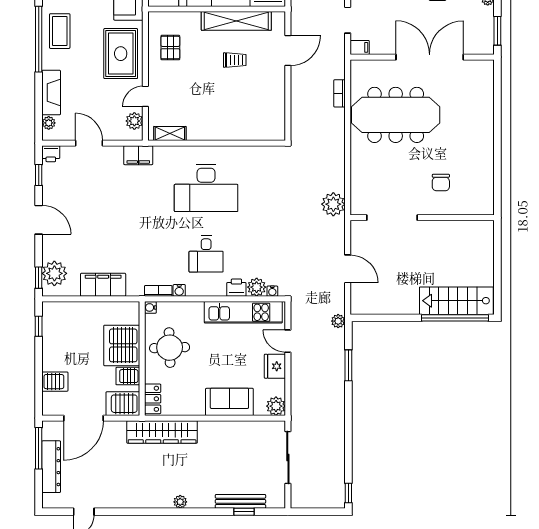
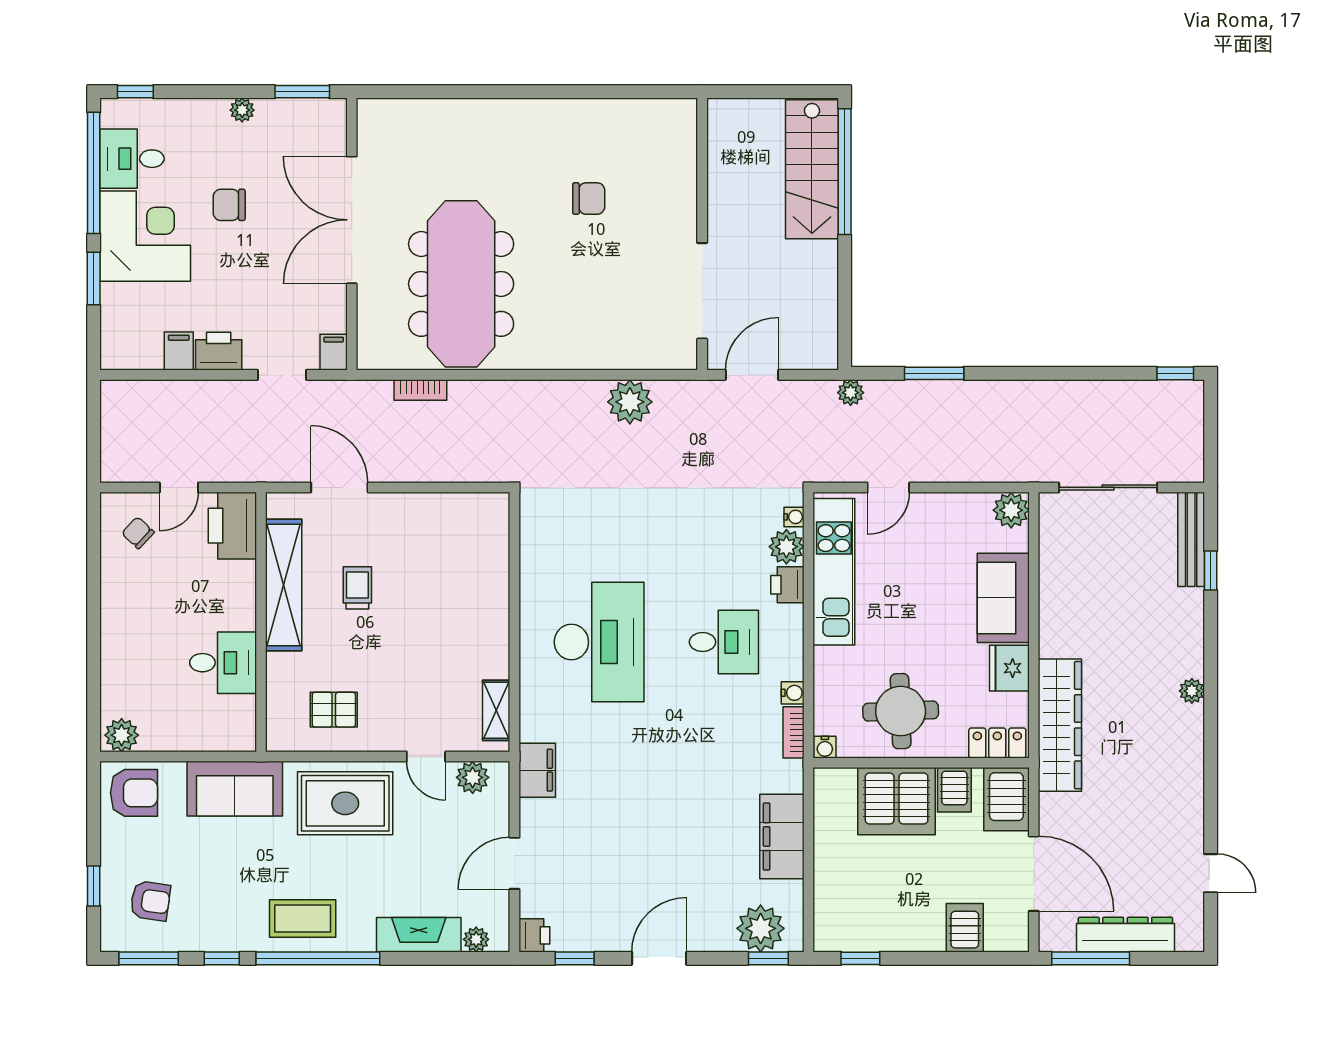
doorway: (392, 218) -> (702, 291), moved
wall: (422, 218) -> (702, 234), moved
fridge: (275, 366) -> (1009, 668), moved, turned 90
bench: (240, 501) -> (1191, 539), moved

